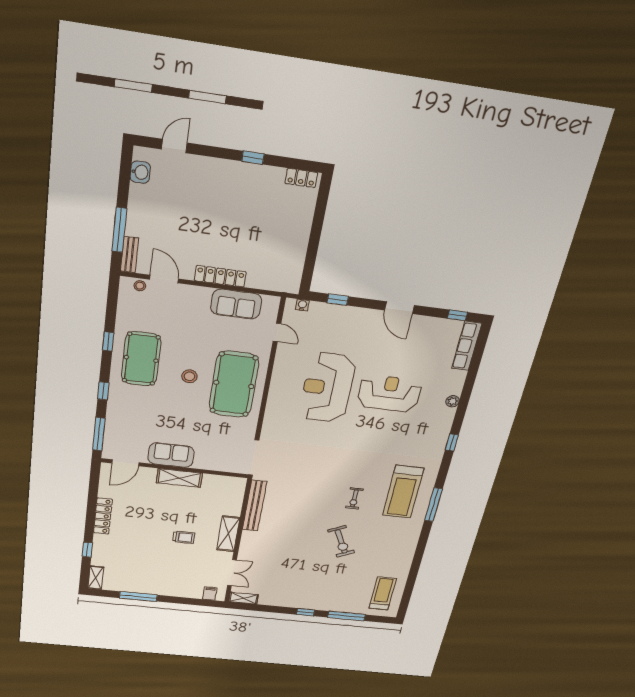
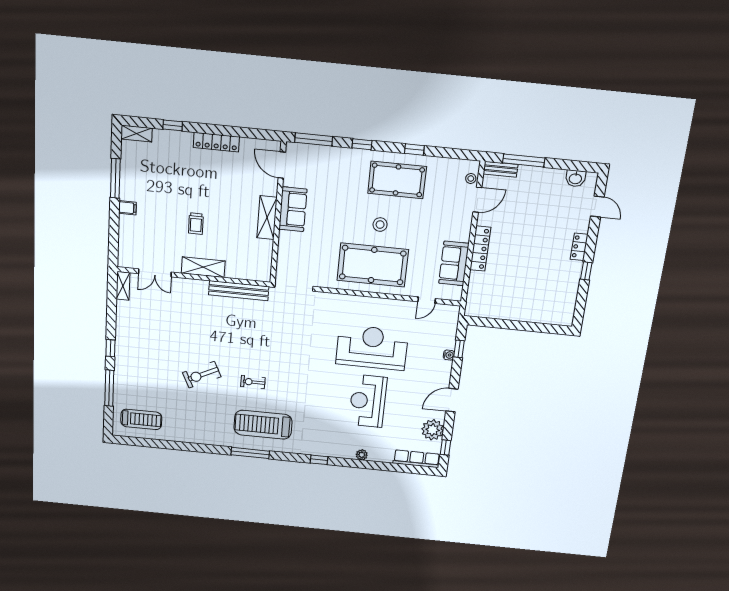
locker: (301, 178) -> (579, 247), moved
water cooler: (302, 305) -> (449, 355), moved
plant: (433, 329) -> (433, 430), added
reception desk: (389, 393) -> (368, 401), turned 180
filing cabinet: (210, 594) -> (127, 208), moved

